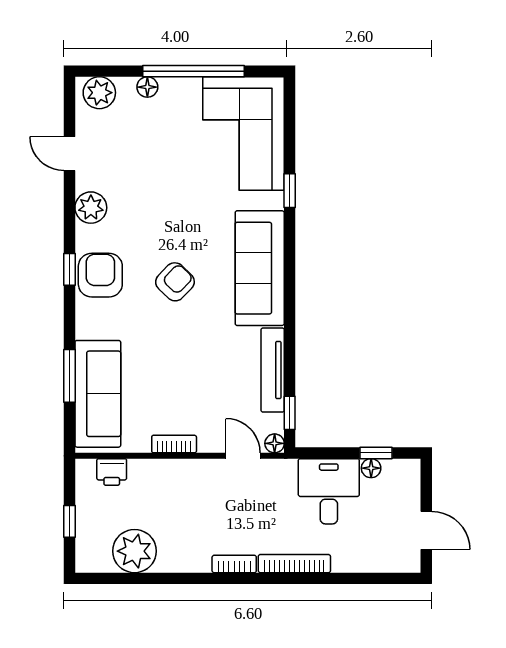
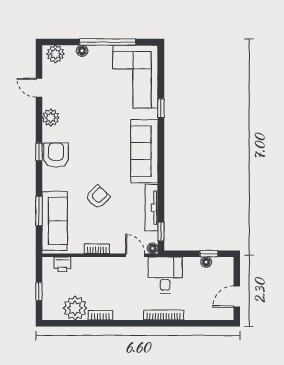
armchair: (175, 282) -> (98, 197), moved
desk: (329, 491) -> (165, 275), moved
door: (426, 530) -> (237, 297), swing flipped
bookcase: (234, 564) -> (100, 315), moved

